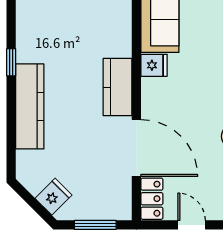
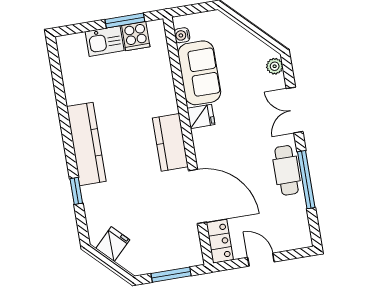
window: (11, 62) -> (76, 191), moved
kitchen counter: (30, 106) -> (86, 144), moved
fridge: (53, 197) -> (113, 244), moved

